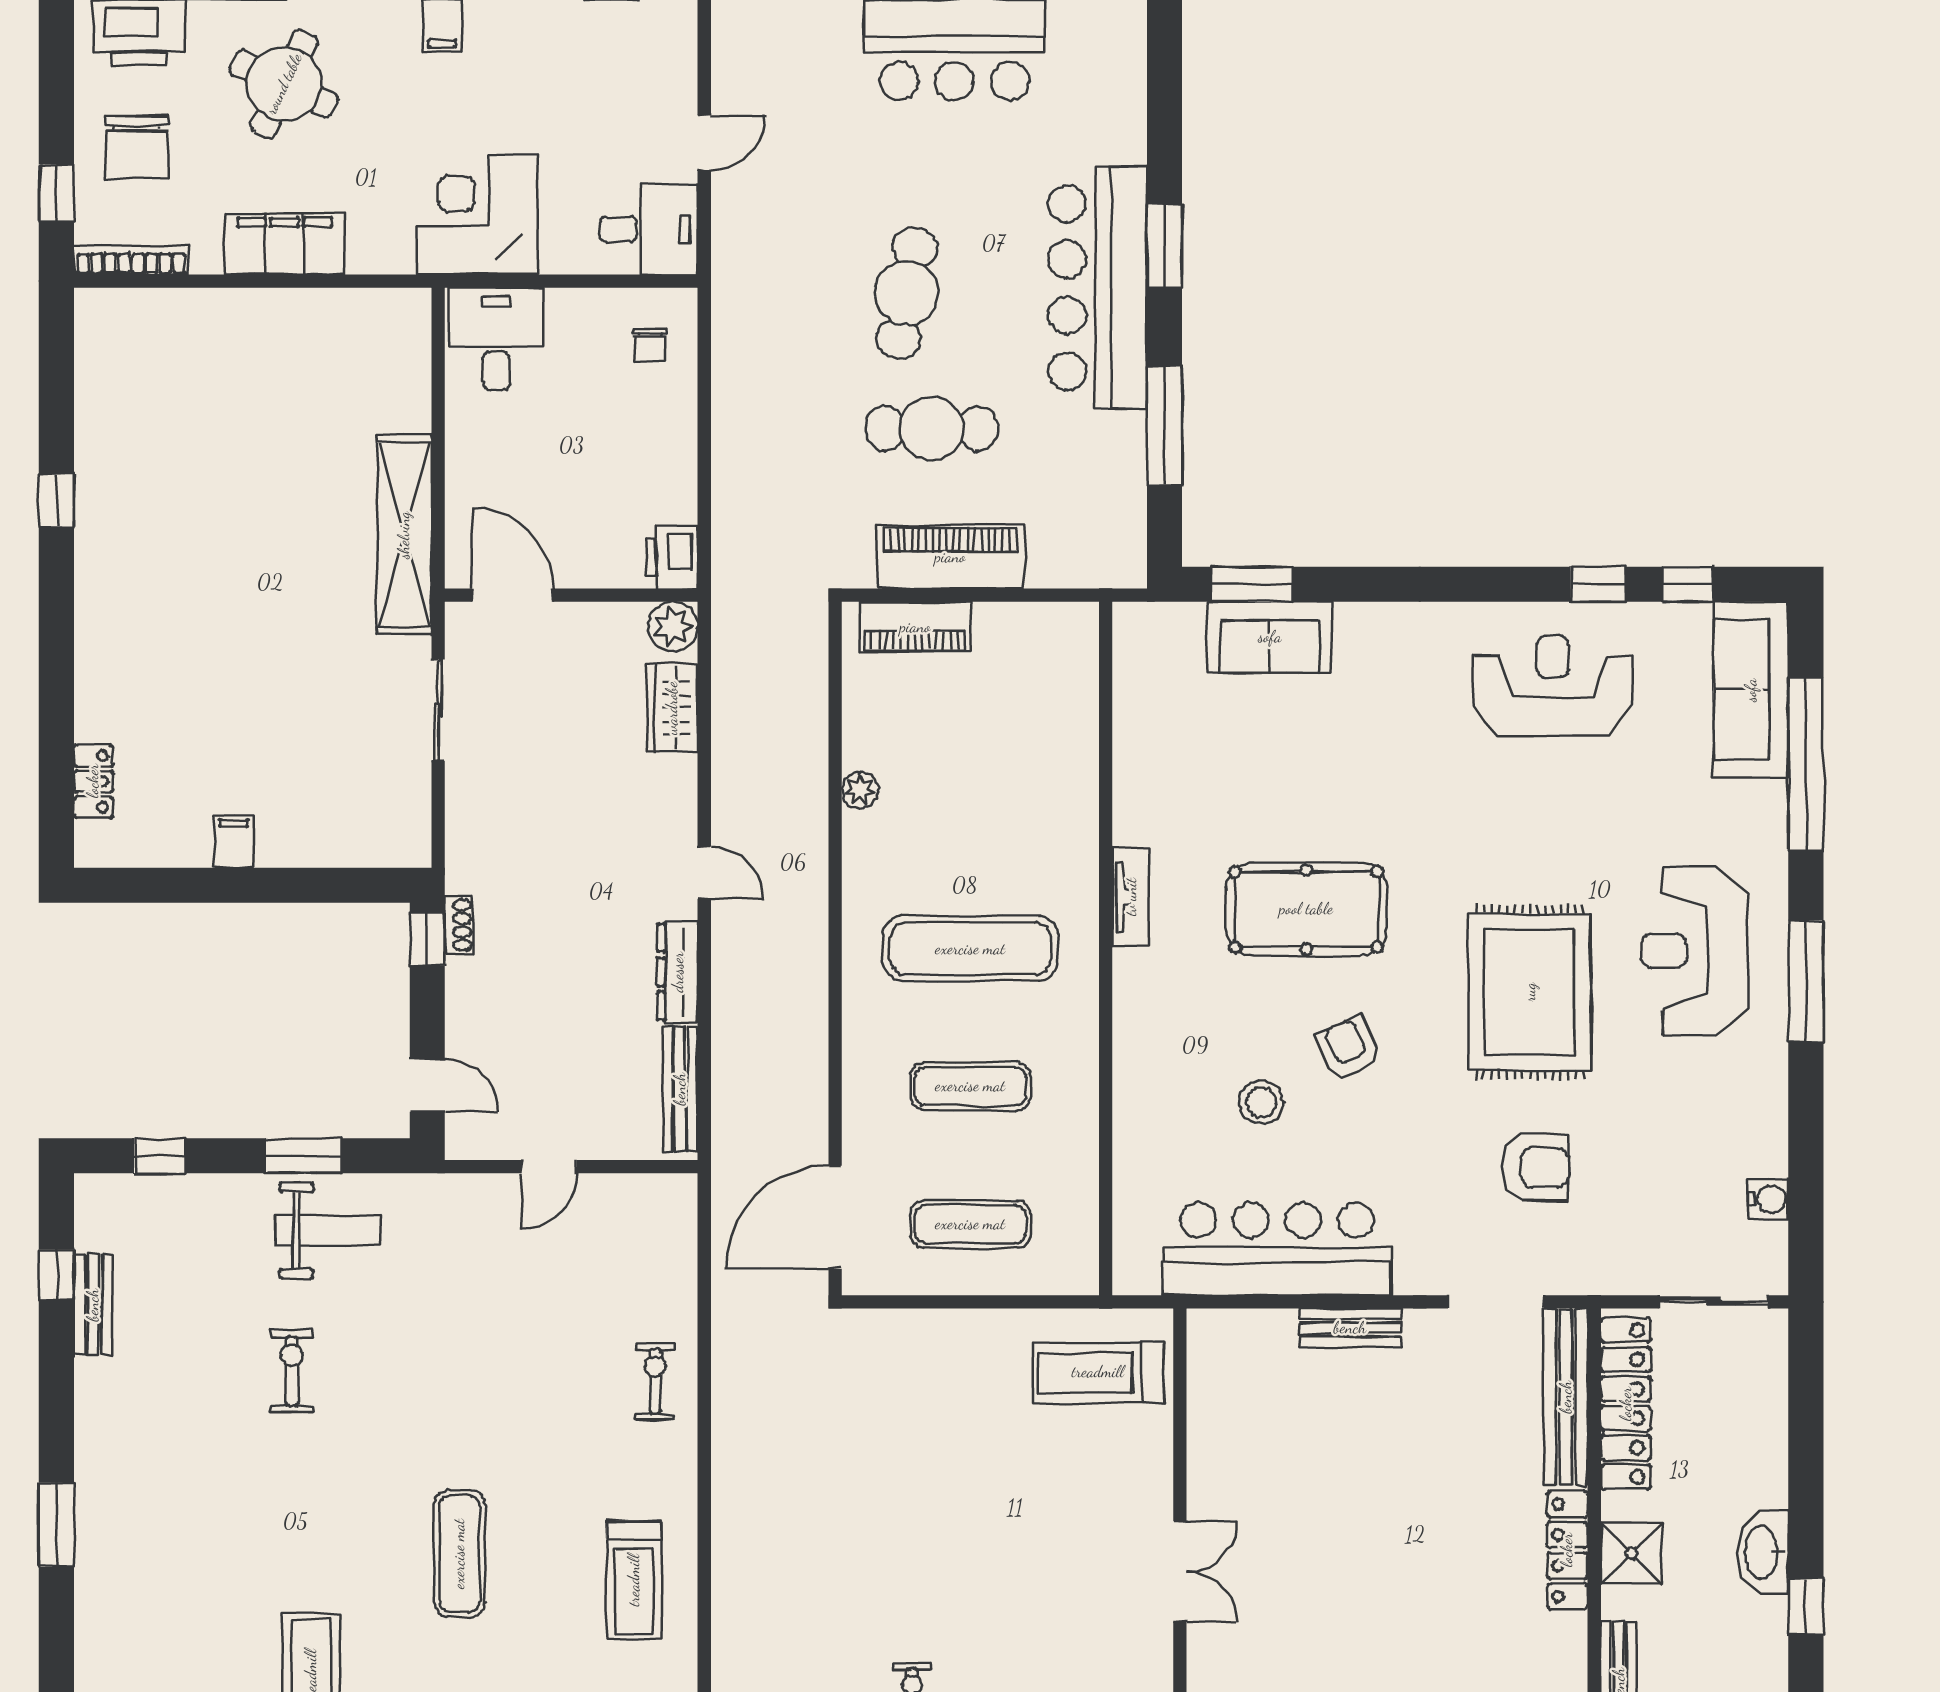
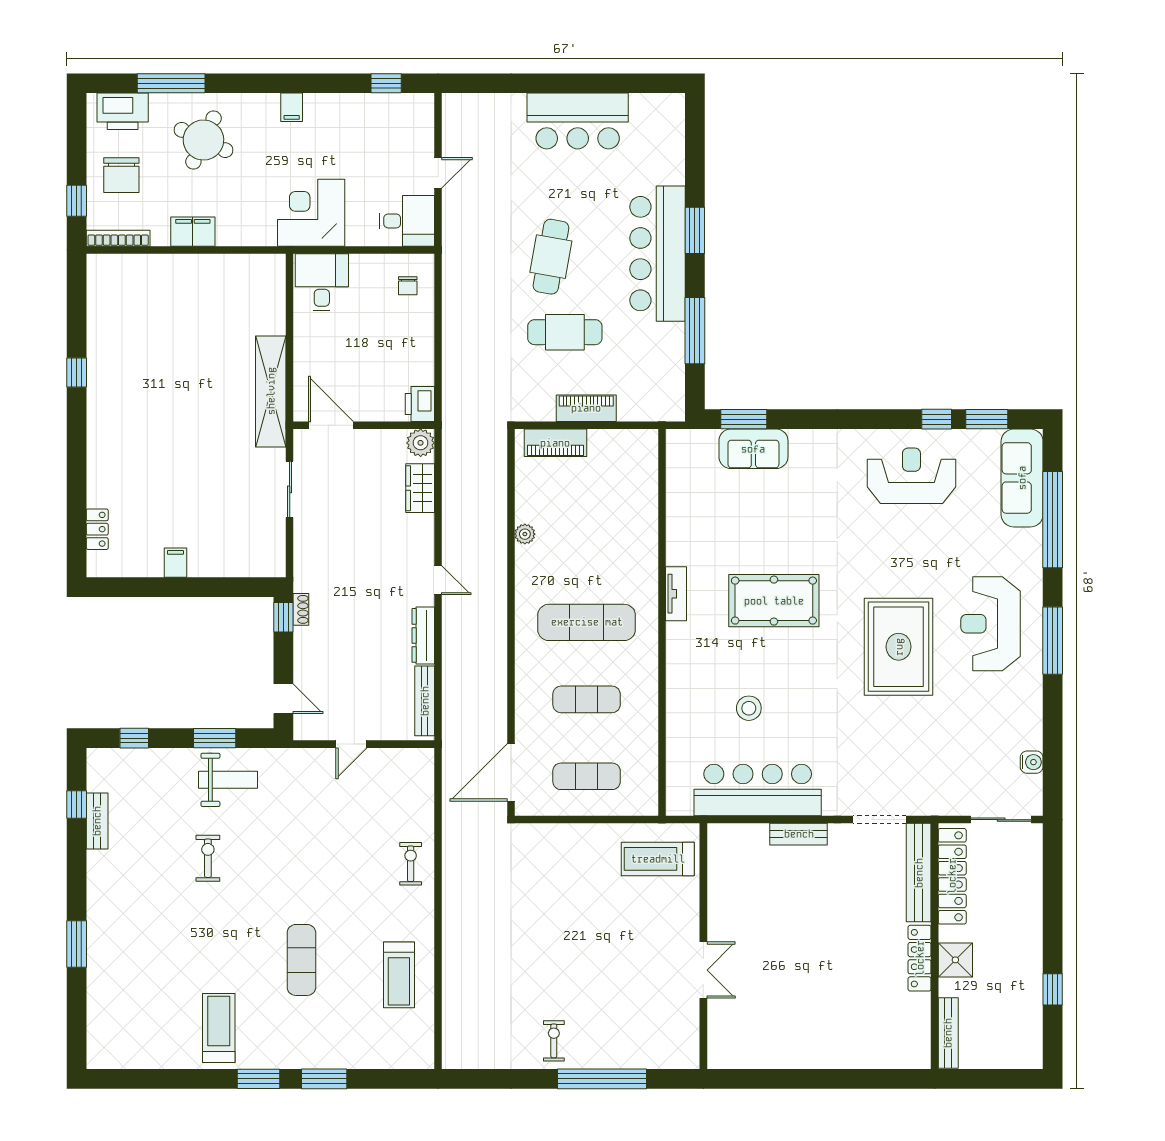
filing cabinet: (285, 244) -> (193, 232), width x0.67, depth x0.86
piano: (950, 557) -> (586, 408), width x0.73, depth x0.75
window: (1688, 584) -> (987, 419), width x1.50
armchair: (1348, 1048) -> (797, 678), removed
armchair: (1535, 1167) -> (902, 745), removed
washbasin: (1763, 1552) -> (1029, 959), removed

